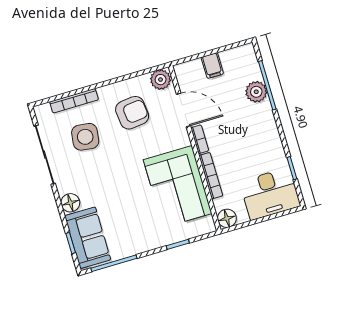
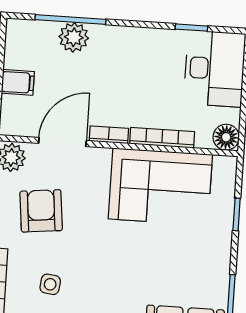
side table: (85, 137) -> (50, 284), width x0.54, depth x0.54

